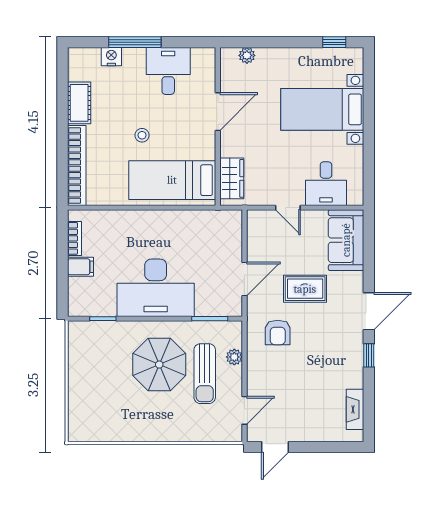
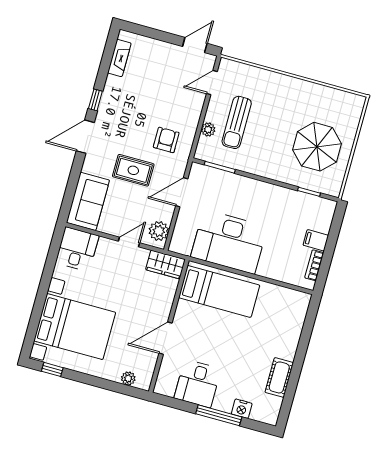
bed with nightstands: (322, 109) -> (75, 327), width x1.36
stool: (142, 135) -> (234, 336), removed
bookcase: (77, 165) -> (296, 326), removed
wardrobe: (232, 178) -> (165, 265), moved, turned -90
desk: (326, 184) -> (77, 249), moved
door: (288, 208) -> (129, 242), hinge flipped
plant: (258, 229) -> (159, 231), added
desk: (156, 288) -> (229, 242), moved, turned 180
parasol: (159, 365) -> (317, 147), moved
sun lounger: (205, 374) -> (237, 122), turned 180

